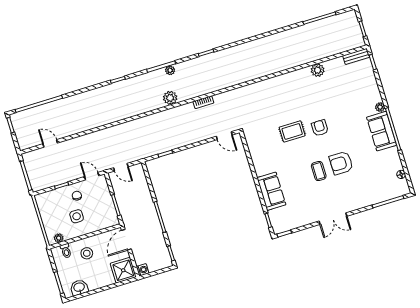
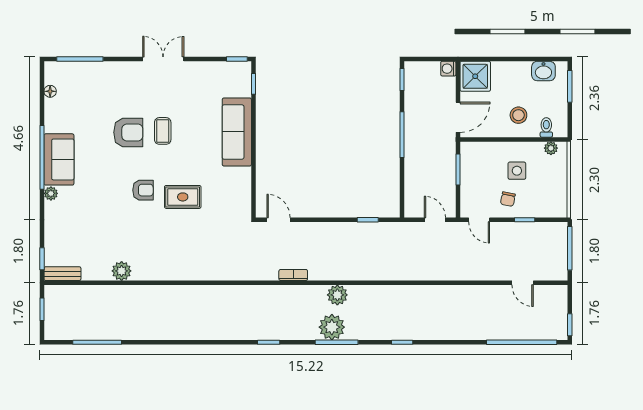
plant: (170, 70) -> (332, 327), width x1.88, depth x1.88
armchair: (320, 128) -> (143, 190), turned -90
sofa: (271, 191) -> (237, 132), width x1.36

